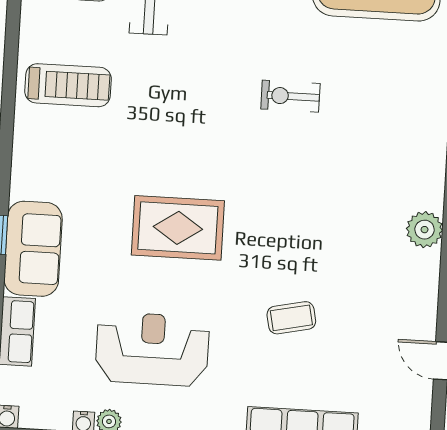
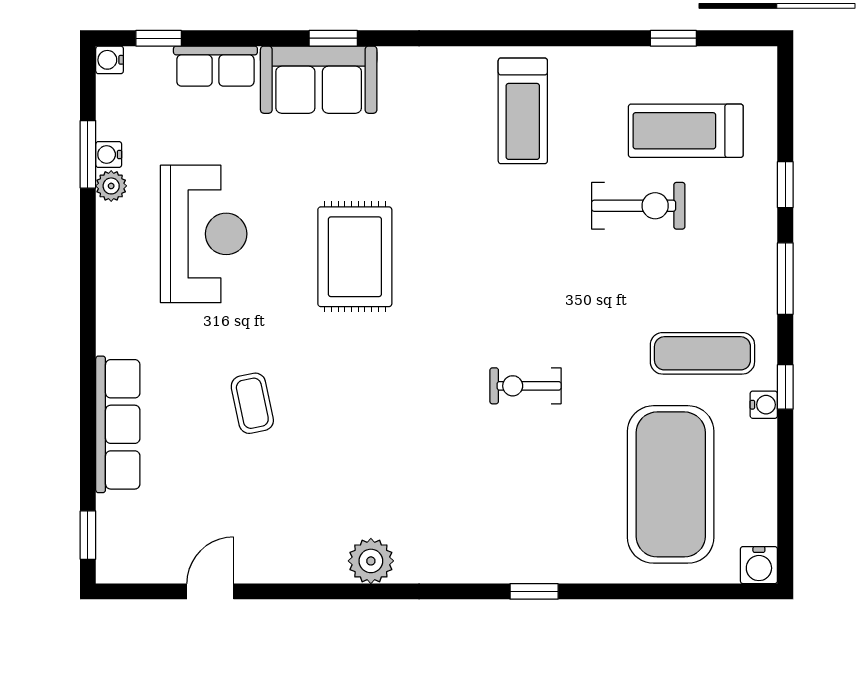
exercise bike: (290, 96) -> (526, 386), turned -90

